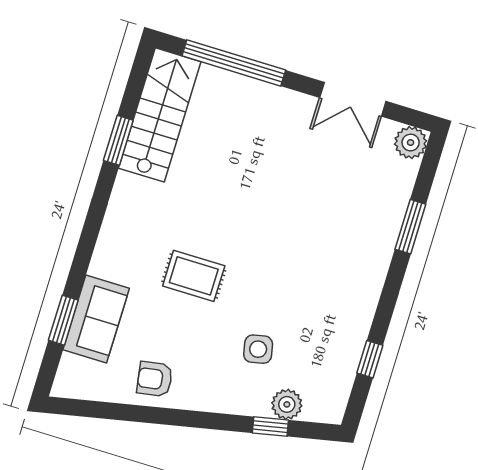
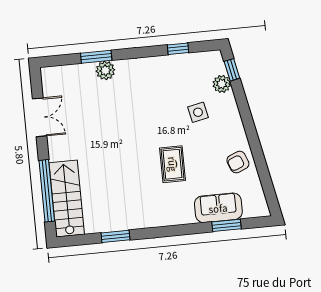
stairs: (160, 115) -> (67, 199), moved, turned 90
plant: (411, 143) -> (105, 70), moved
armchair: (155, 379) -> (238, 162), turned 77
window: (270, 426) -> (232, 70), moved

